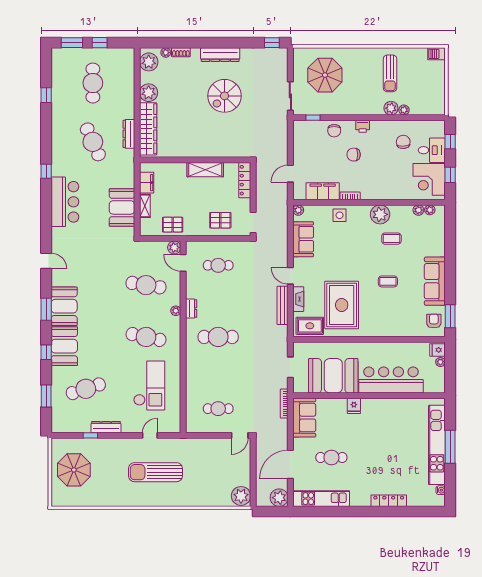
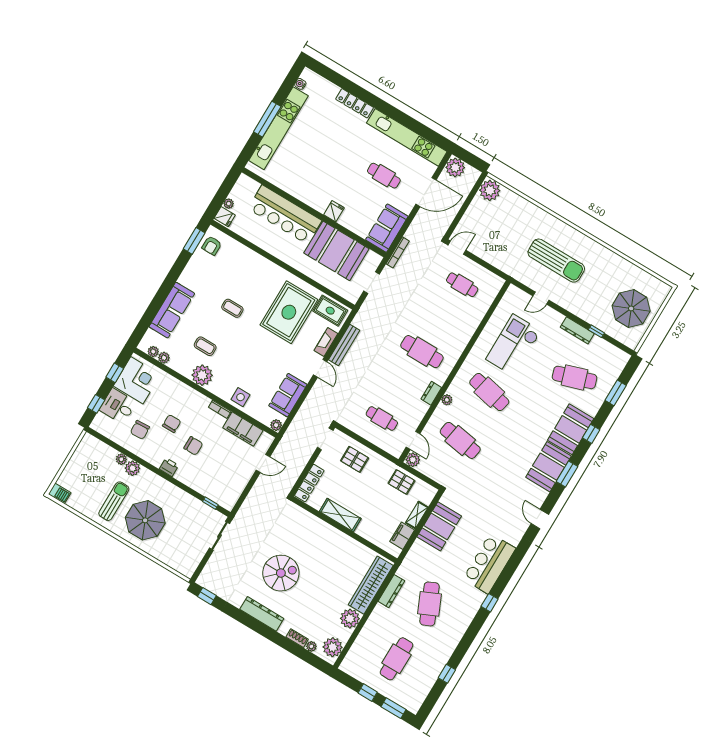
parasol: (325, 75) -> (145, 520), moved
chair: (334, 131) -> (172, 424), moved
sofa: (435, 281) -> (172, 310), moved
kitchen unit: (321, 499) -> (407, 137), width x1.36

